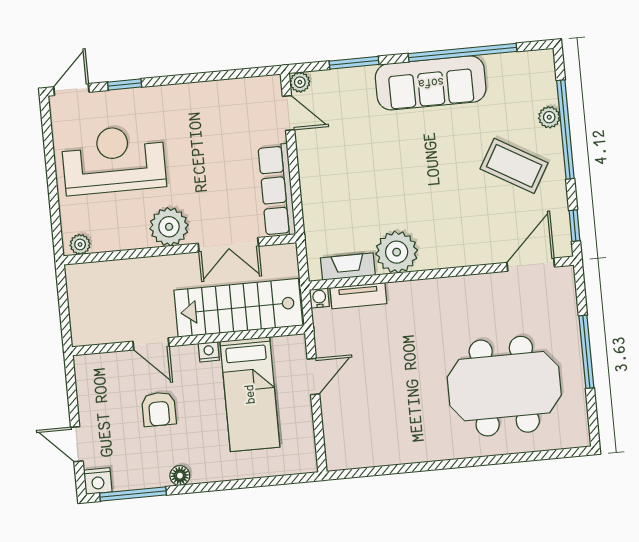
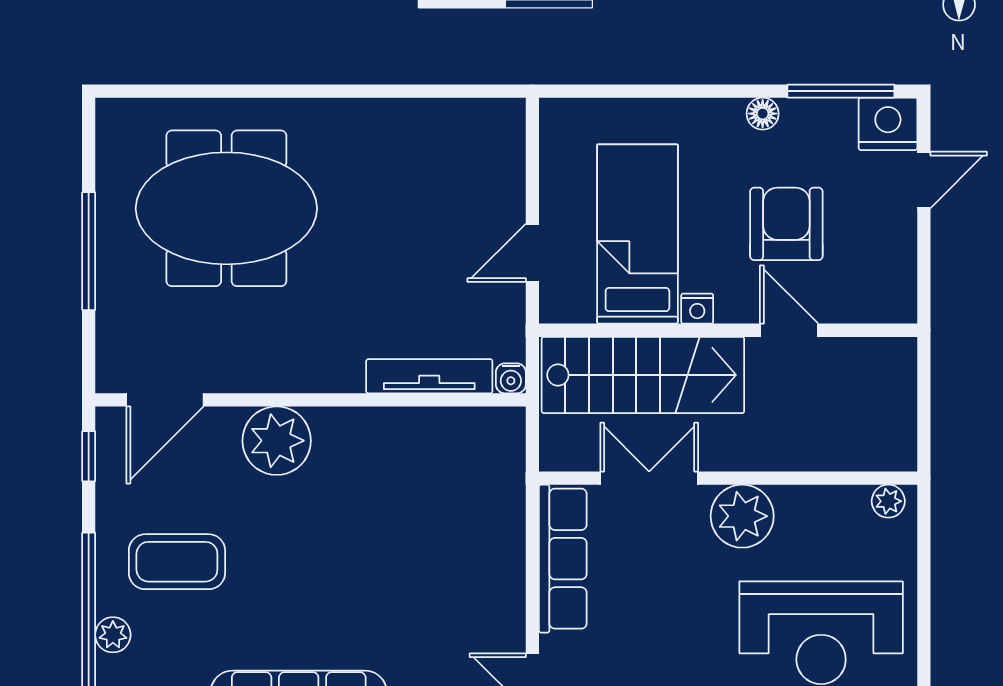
coffee table: (514, 166) -> (177, 562), turned -30
plant: (397, 252) -> (277, 441), moved
fireplace: (348, 267) -> (460, 425), removed
tv unit: (358, 296) -> (429, 376), width x1.41
armchair: (159, 409) -> (786, 224), width x1.38, depth x1.38
door: (77, 444) -> (924, 180), hinge flipped
nightstand: (98, 481) -> (888, 124), width x1.36, depth x1.33

